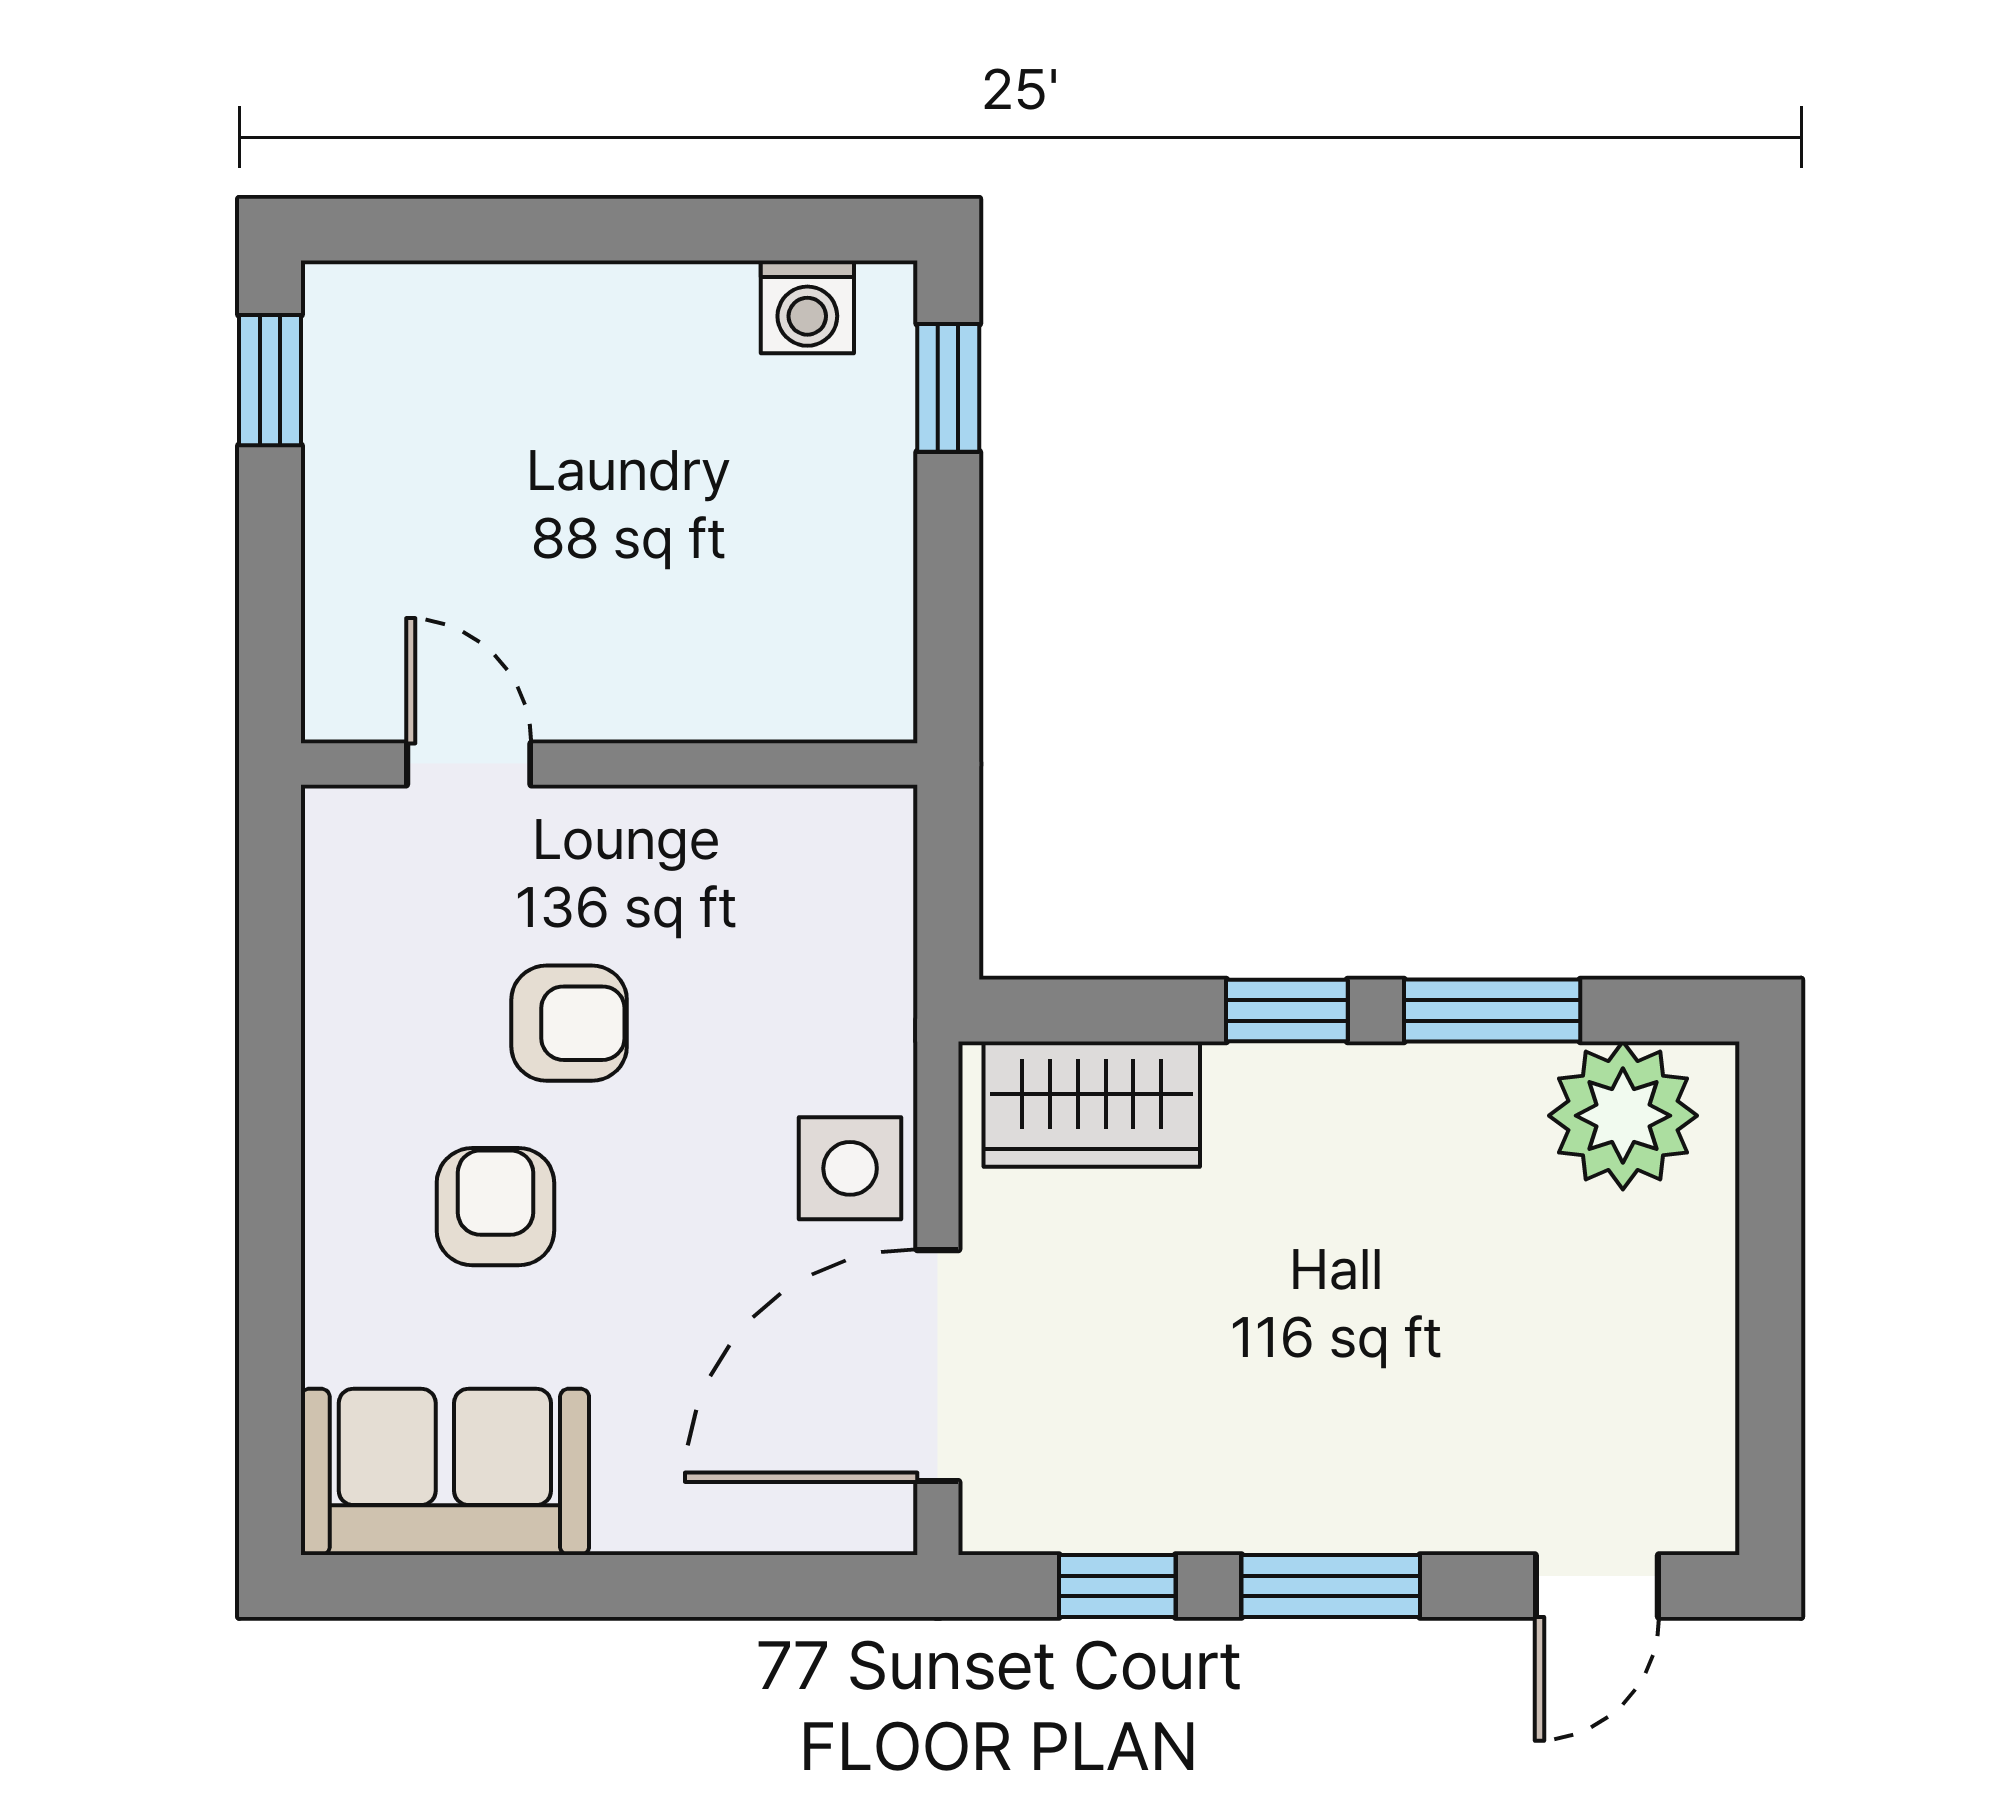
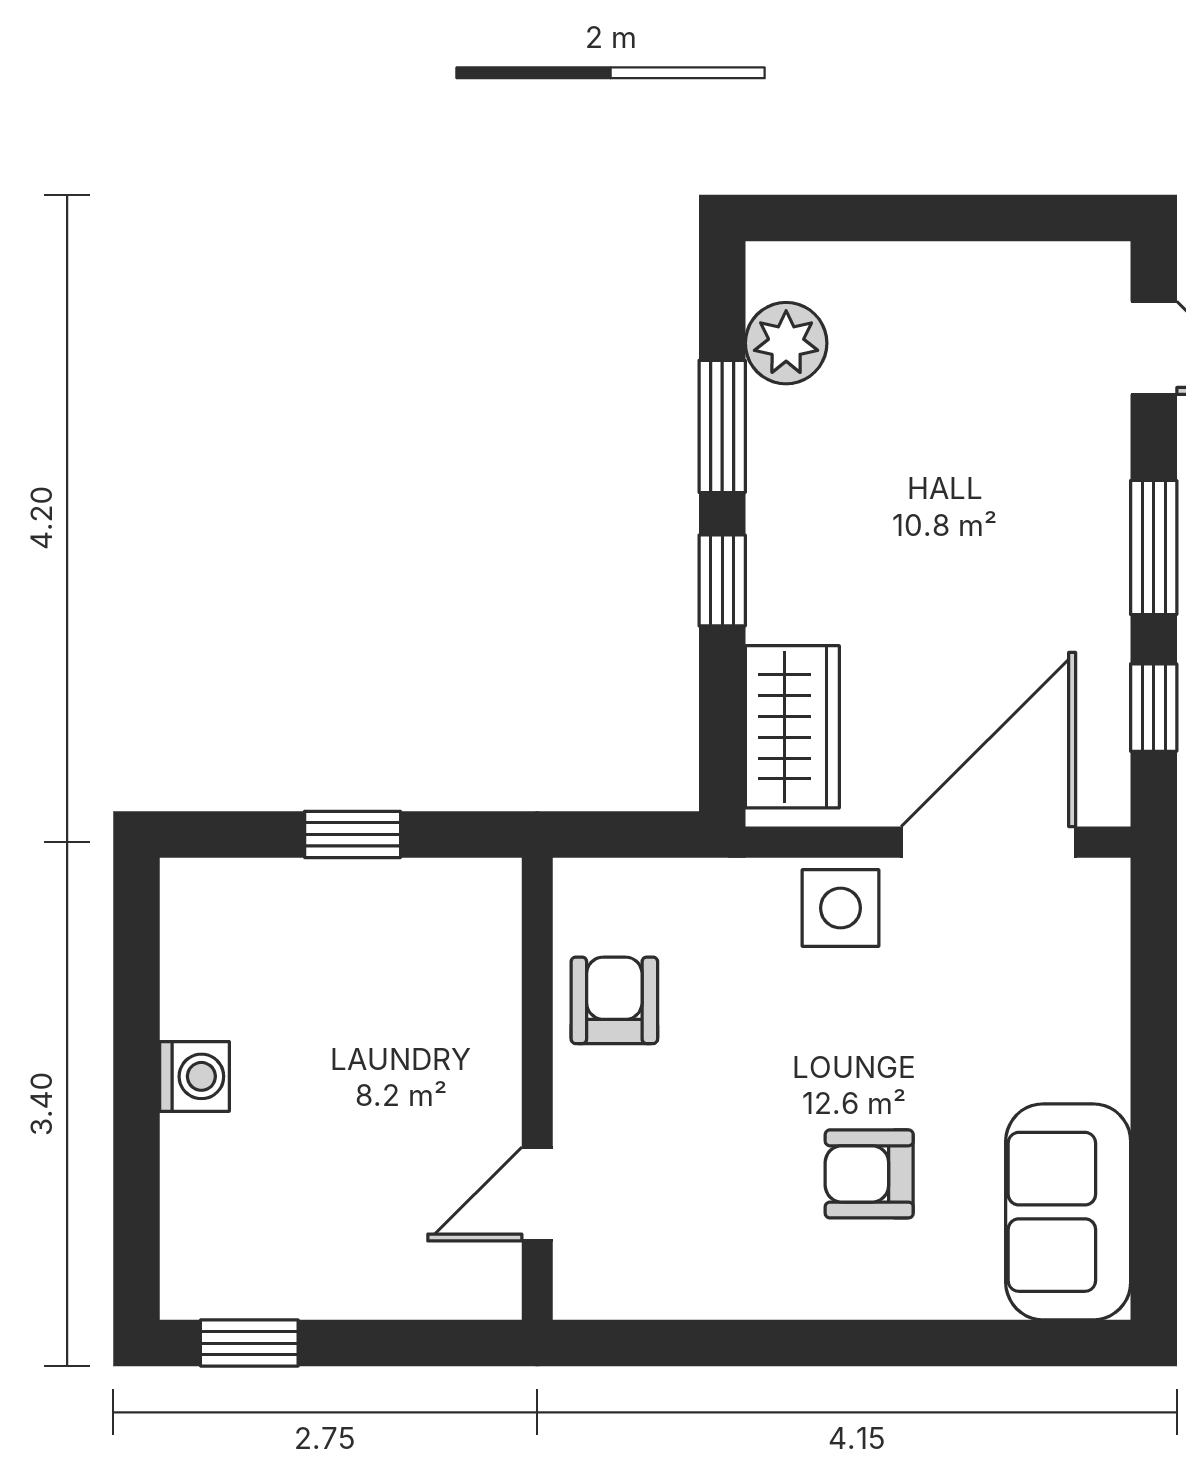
washing machine: (807, 307) -> (194, 1076), moved
window: (948, 388) -> (353, 834), moved
armchair: (569, 1023) -> (614, 1000), moved
plant: (1623, 1116) -> (786, 343), width x0.73, depth x0.73
door: (938, 1366) -> (988, 842), swing flipped

